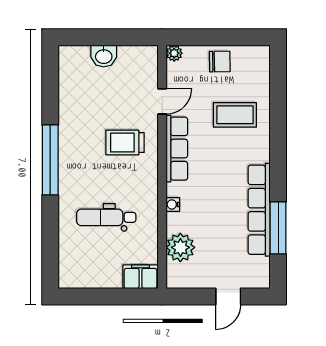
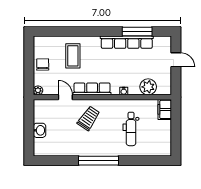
trolley: (125, 143) -> (89, 118), turned -146

